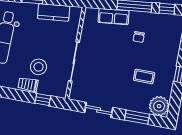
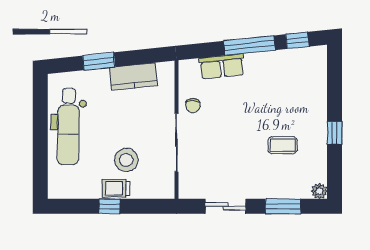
chair: (139, 37) -> (193, 106), moved
window: (43, 100) -> (110, 206), moved
plant: (159, 106) -> (319, 191), width x0.53, depth x0.53

